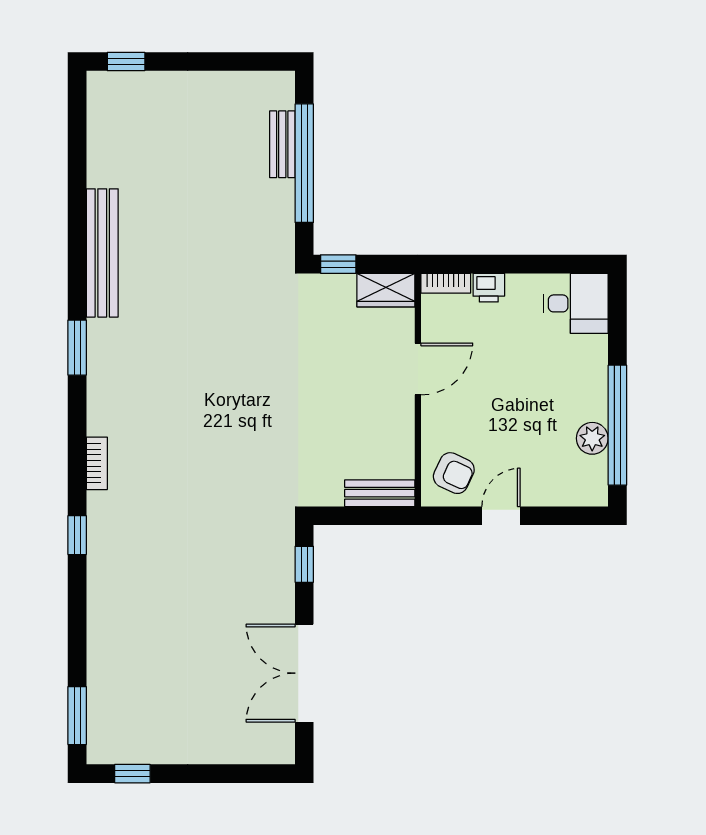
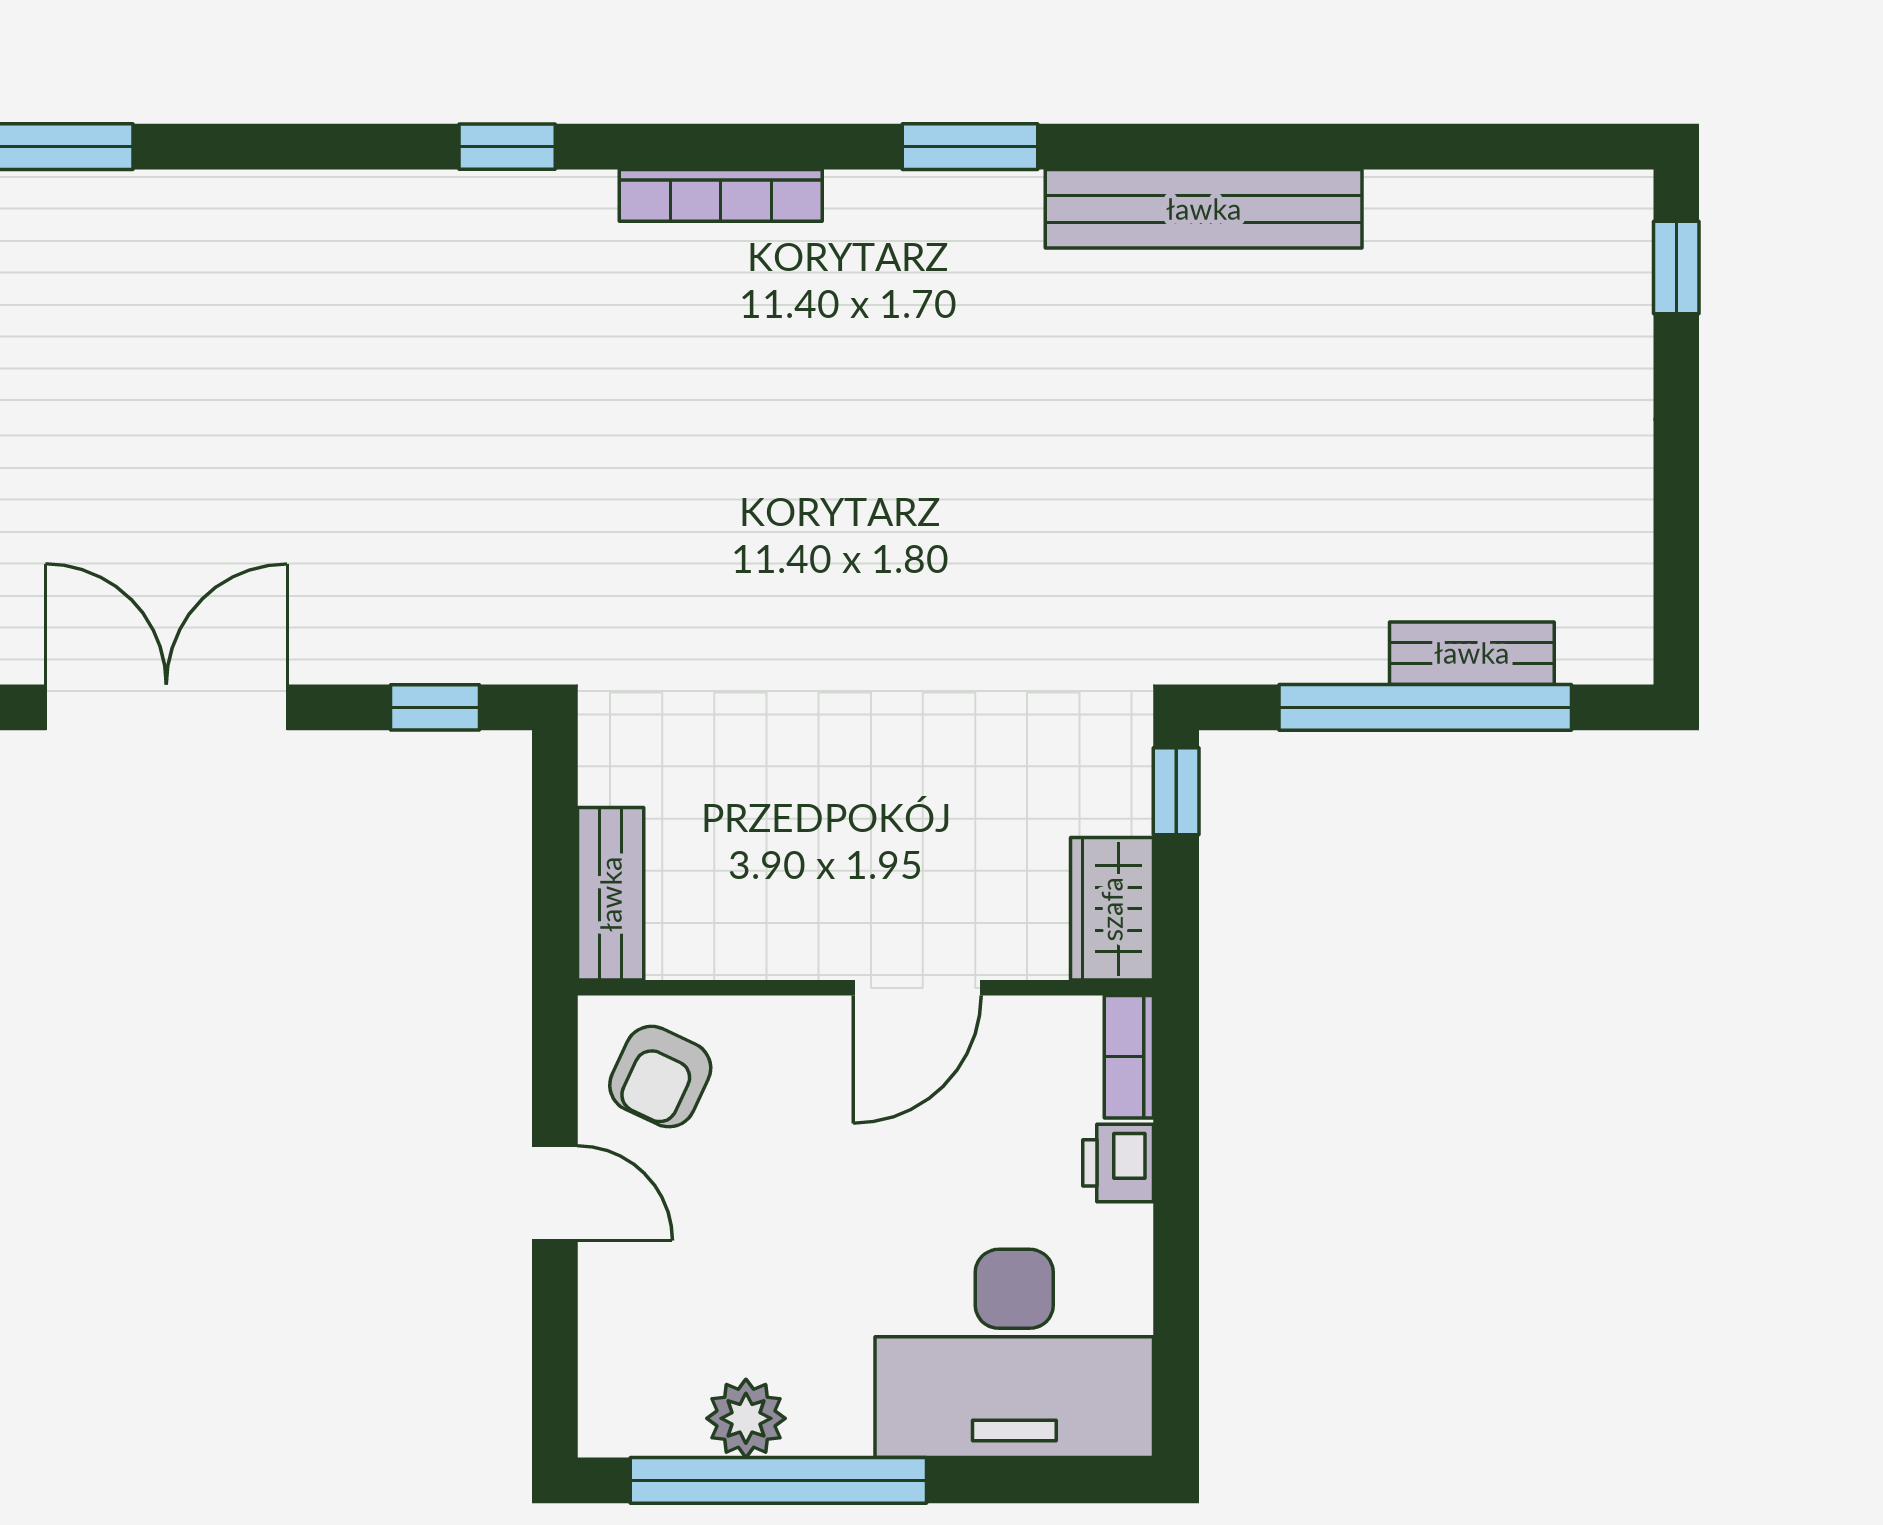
desk: (576, 303) -> (1014, 1353), width x1.87, depth x1.30
door: (418, 369) -> (917, 988), hinge flipped
bookcase: (97, 463) -> (721, 195), width x1.56

